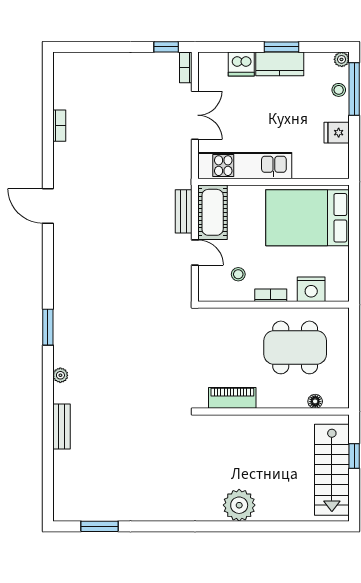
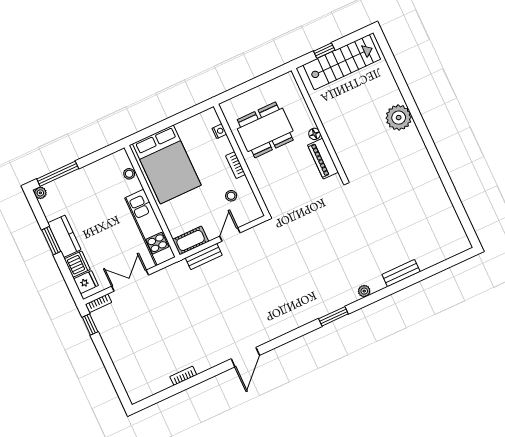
stool: (339, 90) -> (129, 174), moved
fridge: (337, 133) -> (86, 282), moved, turned -90
cot: (213, 212) -> (191, 240), width x0.73, depth x0.75
nightstand: (311, 289) -> (219, 131), width x0.53, depth x0.56
dining table: (295, 347) -> (265, 130), turned 90
floor lamp: (315, 401) -> (315, 134), moved
window: (99, 526) -> (461, 212), removed

